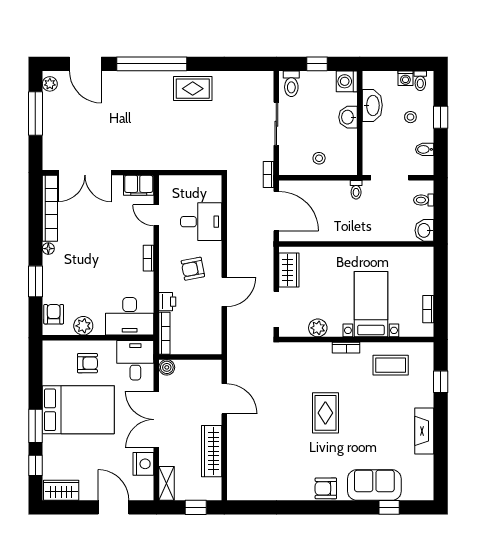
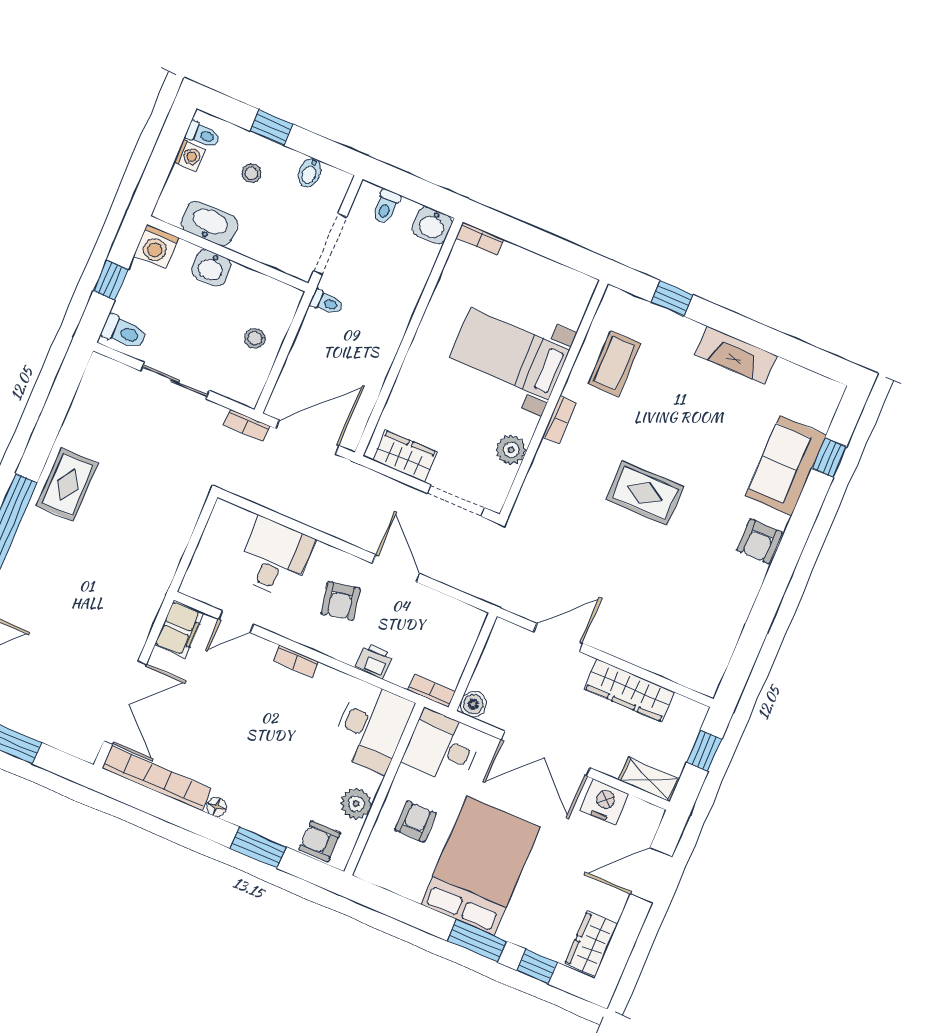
bookcase: (428, 309) -> (480, 239), moved
bookcase: (164, 333) -> (432, 691), width x0.64

